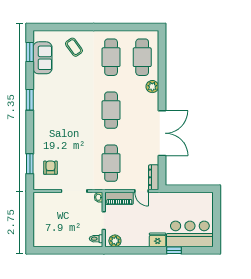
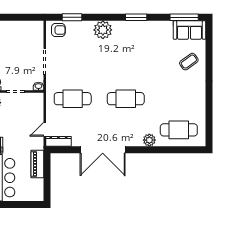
window: (30, 52) -> (184, 17), width x1.44
cafe table: (111, 57) -> (179, 99), removed
sofa: (42, 58) -> (189, 30), moved
plant: (42, 133) -> (103, 30), added
armchair: (50, 168) -> (58, 30), moved
piano: (119, 198) -> (37, 164), moved

